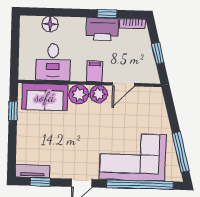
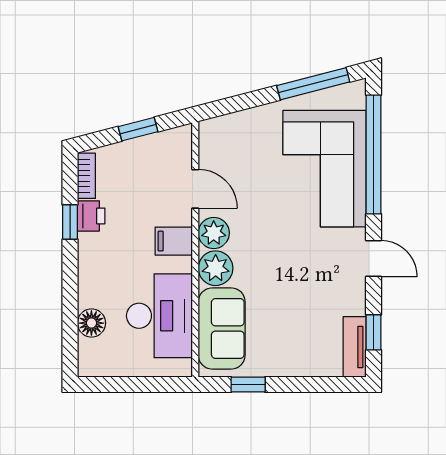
printer: (102, 29) -> (91, 216), width x0.53, depth x0.68
desk: (53, 62) -> (159, 316), width x1.37

